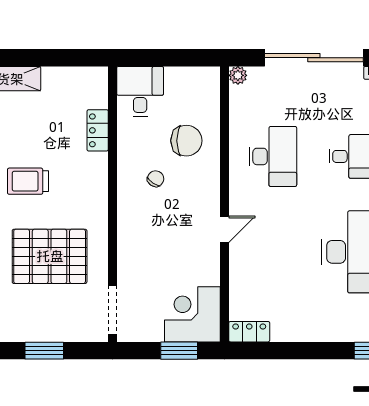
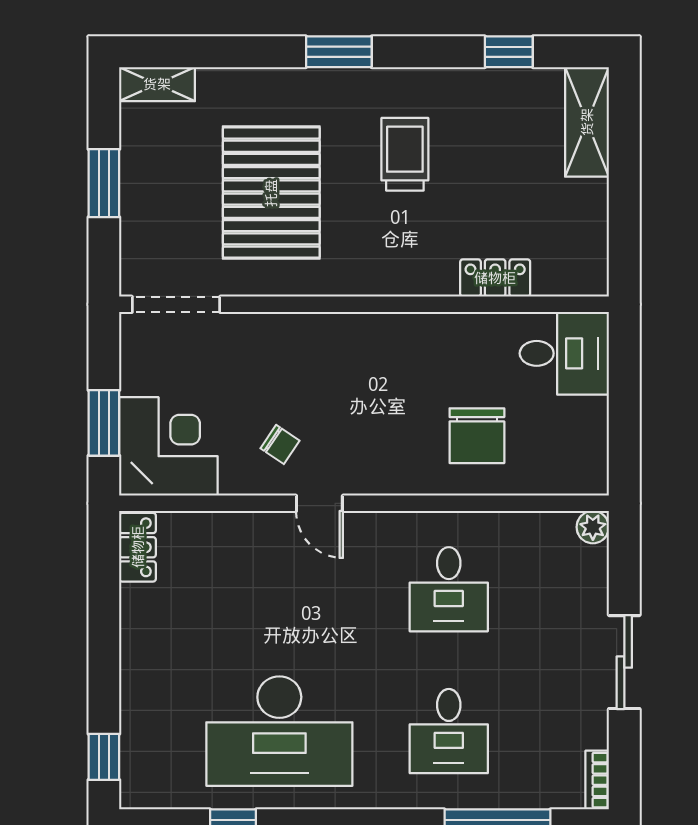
sliding door: (314, 58) -> (624, 662), width x0.54
desk: (273, 156) -> (449, 589), width x0.73
chair: (156, 179) -> (280, 444), moved

